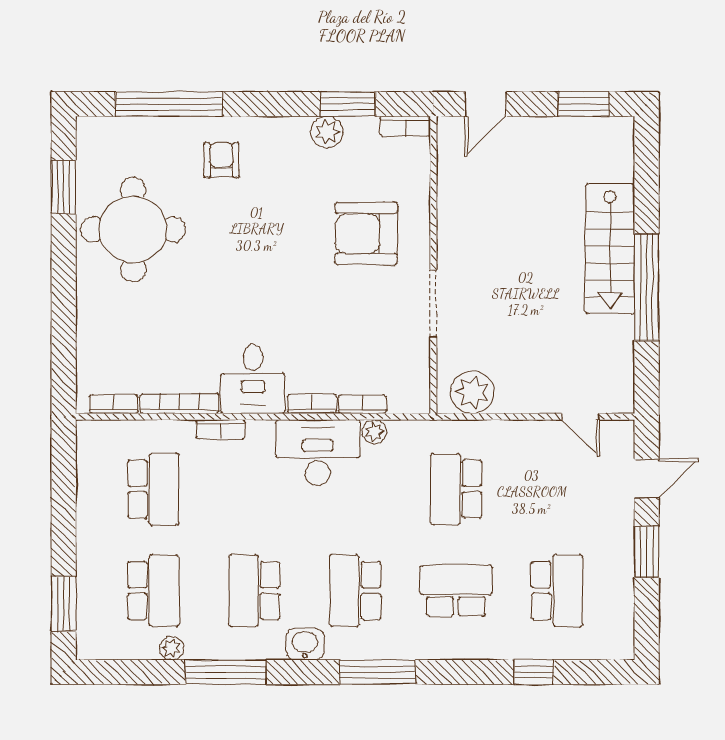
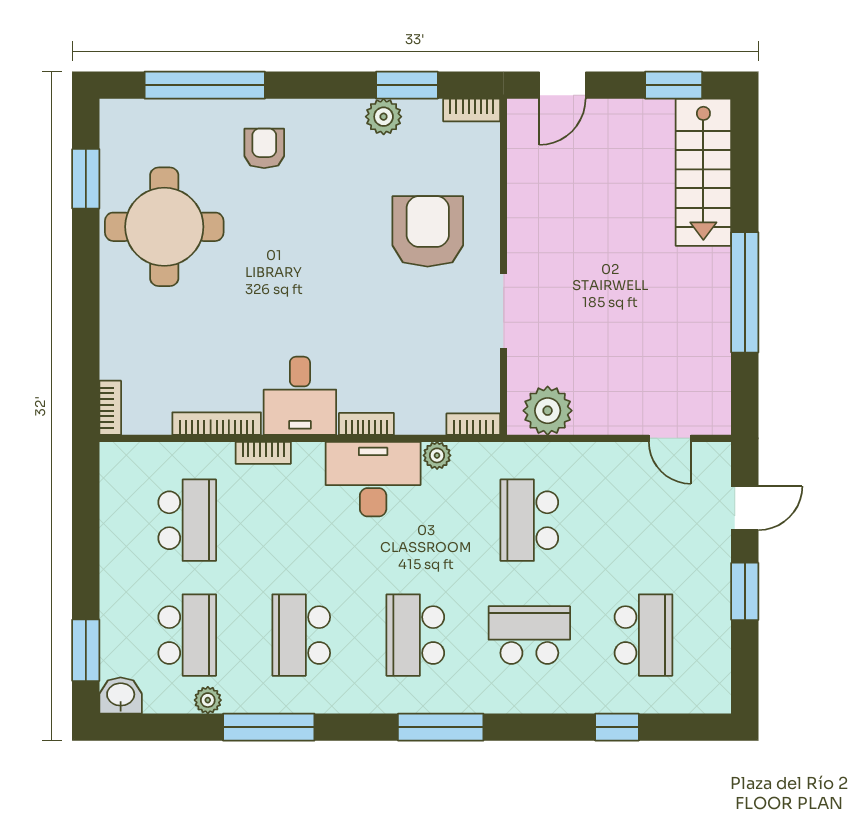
armchair: (366, 233) -> (428, 231), turned 90
stairs: (610, 249) -> (703, 172), moved
bookcase: (114, 404) -> (110, 408), moved, turned 90
bookcase: (362, 404) -> (473, 424), moved
washbasin: (305, 644) -> (121, 695), moved

